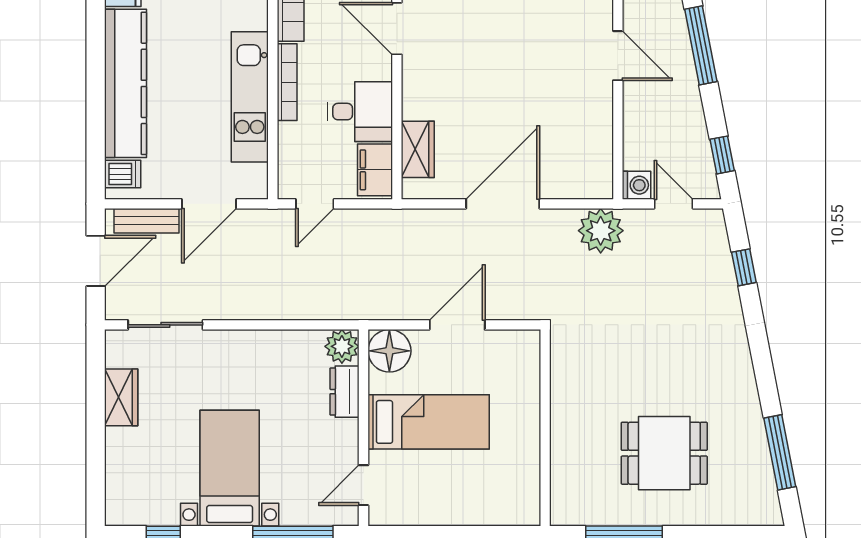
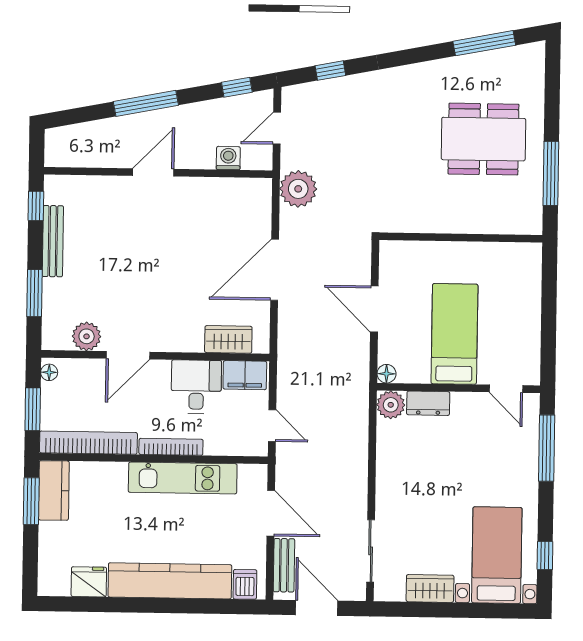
washing machine: (636, 185) -> (228, 158), moved
door: (503, 204) -> (275, 270), hinge flipped
floor lamp: (389, 351) -> (387, 374), width x0.53, depth x0.53
dining table: (664, 453) -> (483, 139), width x1.38
bed with nightstands: (230, 468) -> (497, 555), moved, turned 90

